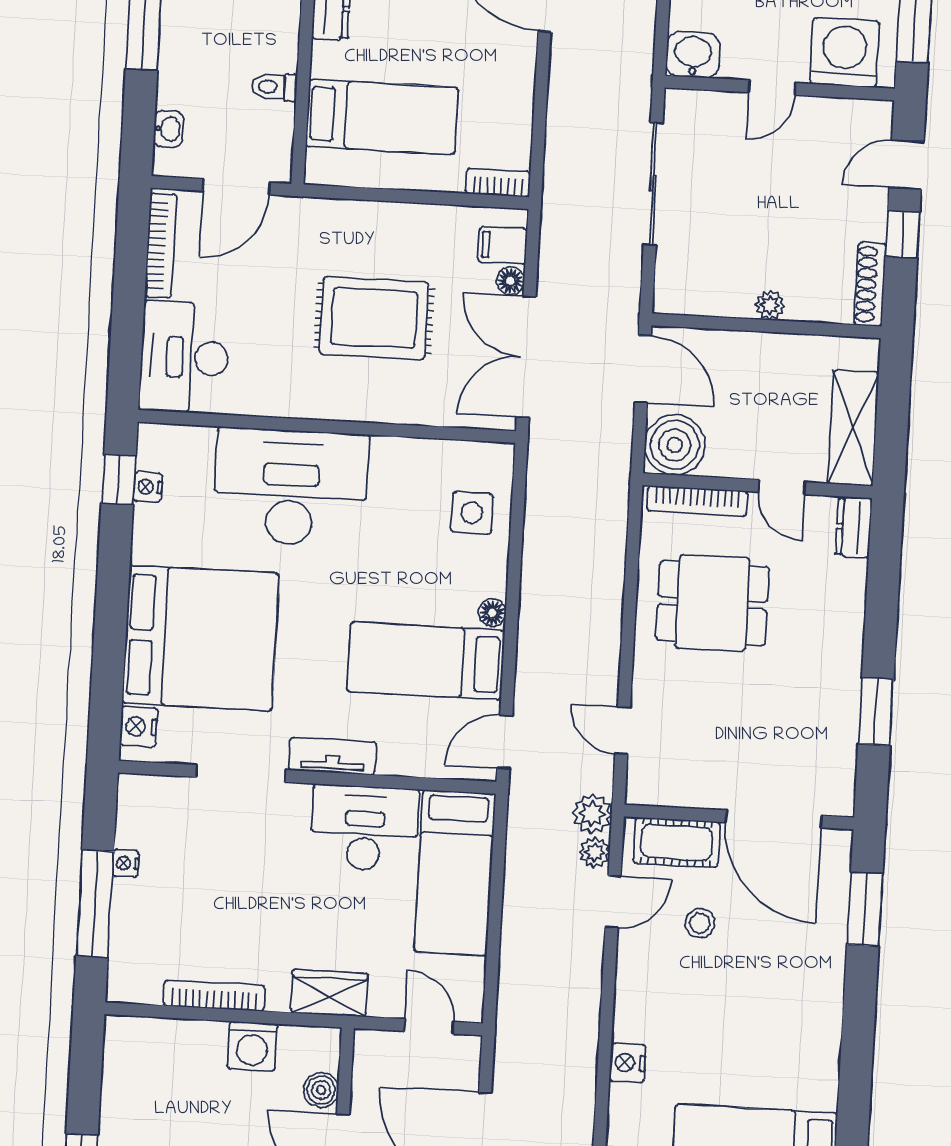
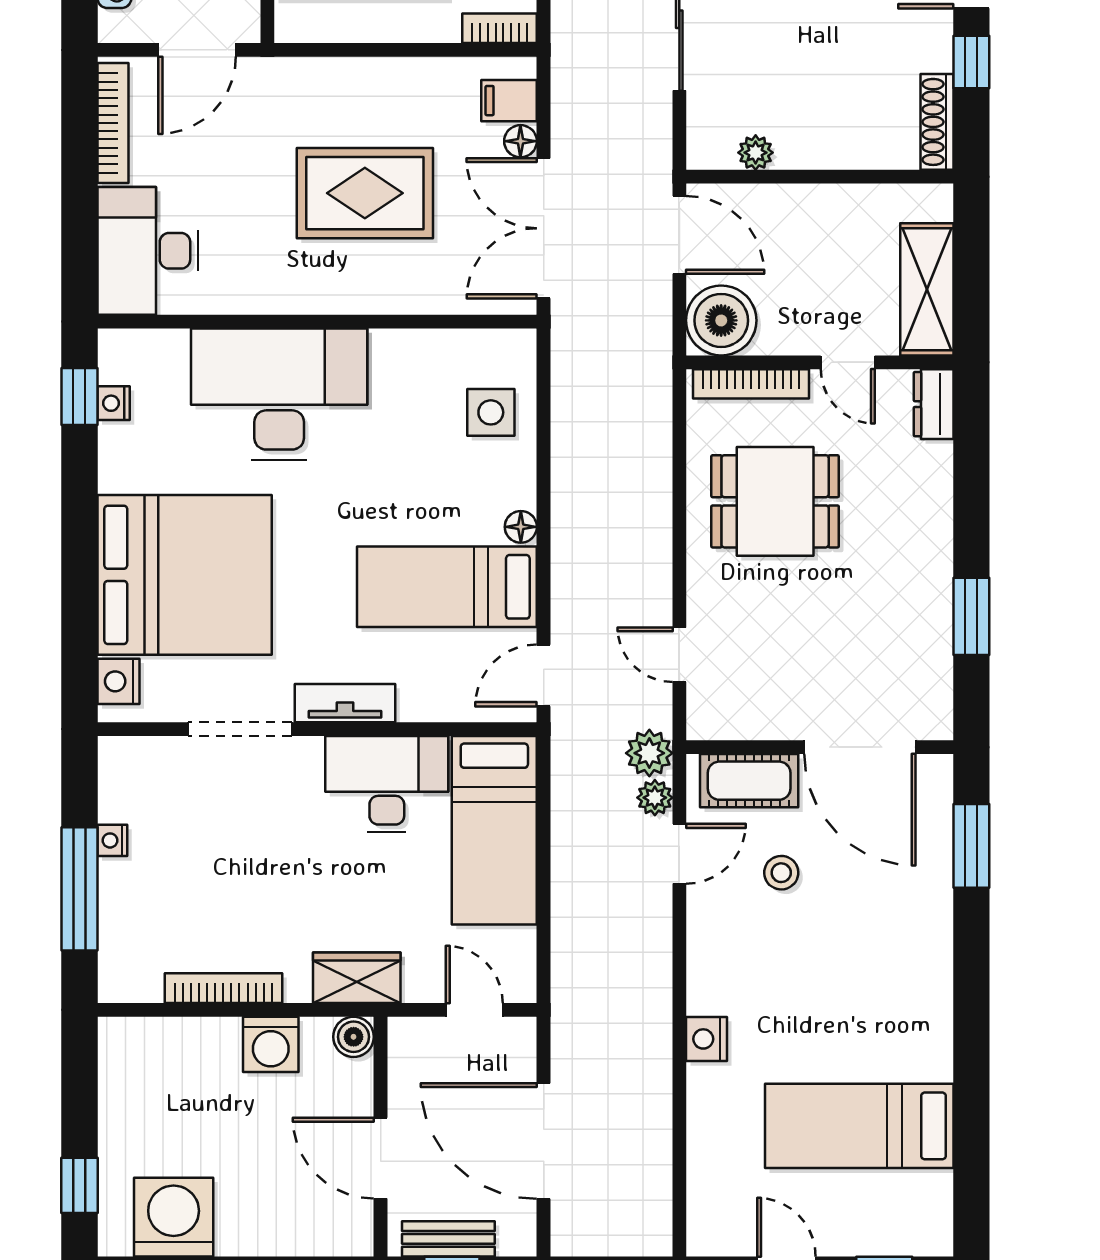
plant: (770, 305) -> (756, 153), moved
boiler: (321, 1090) -> (354, 1037), moved

